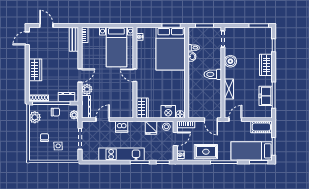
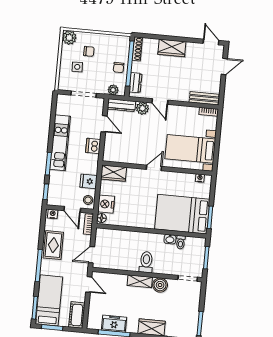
shelving: (229, 89) -> (140, 281), moved
plant: (35, 117) -> (69, 38), moved

